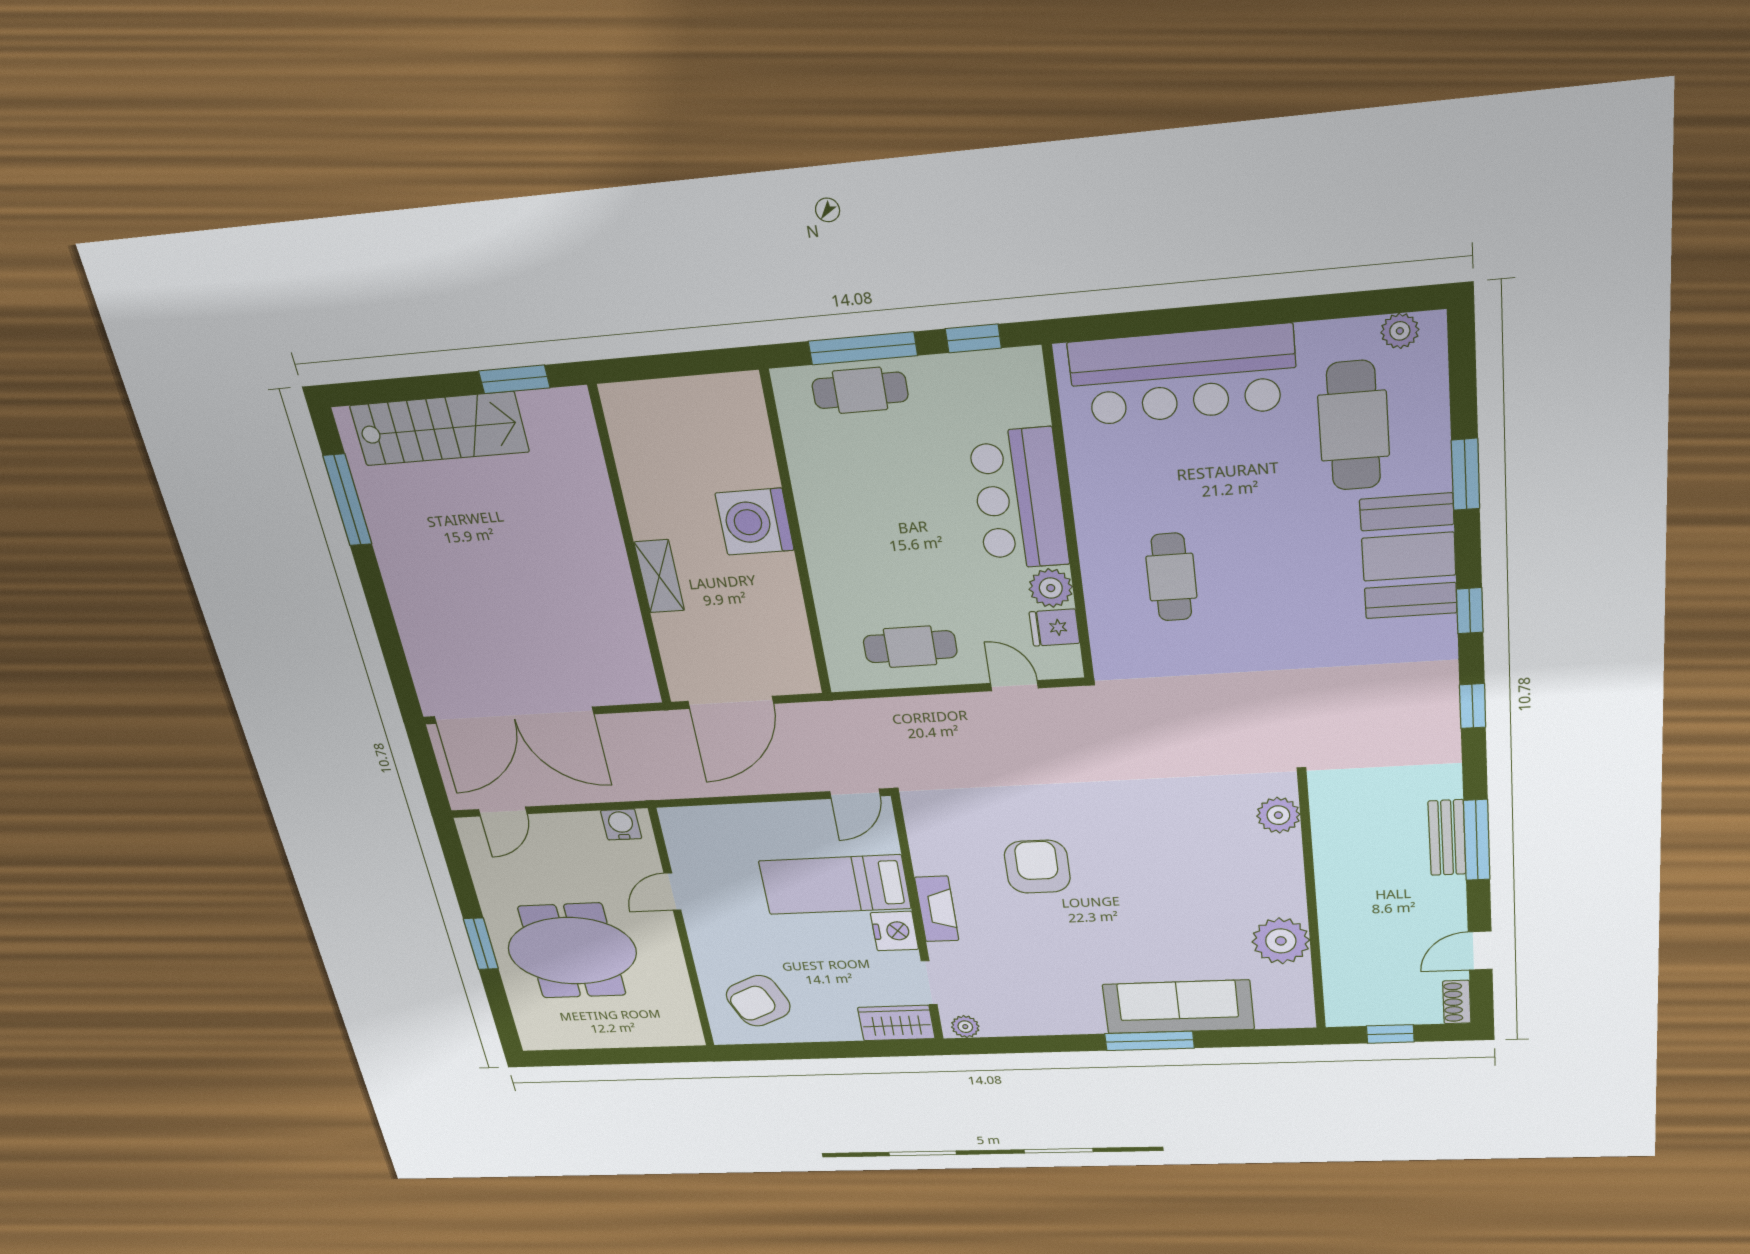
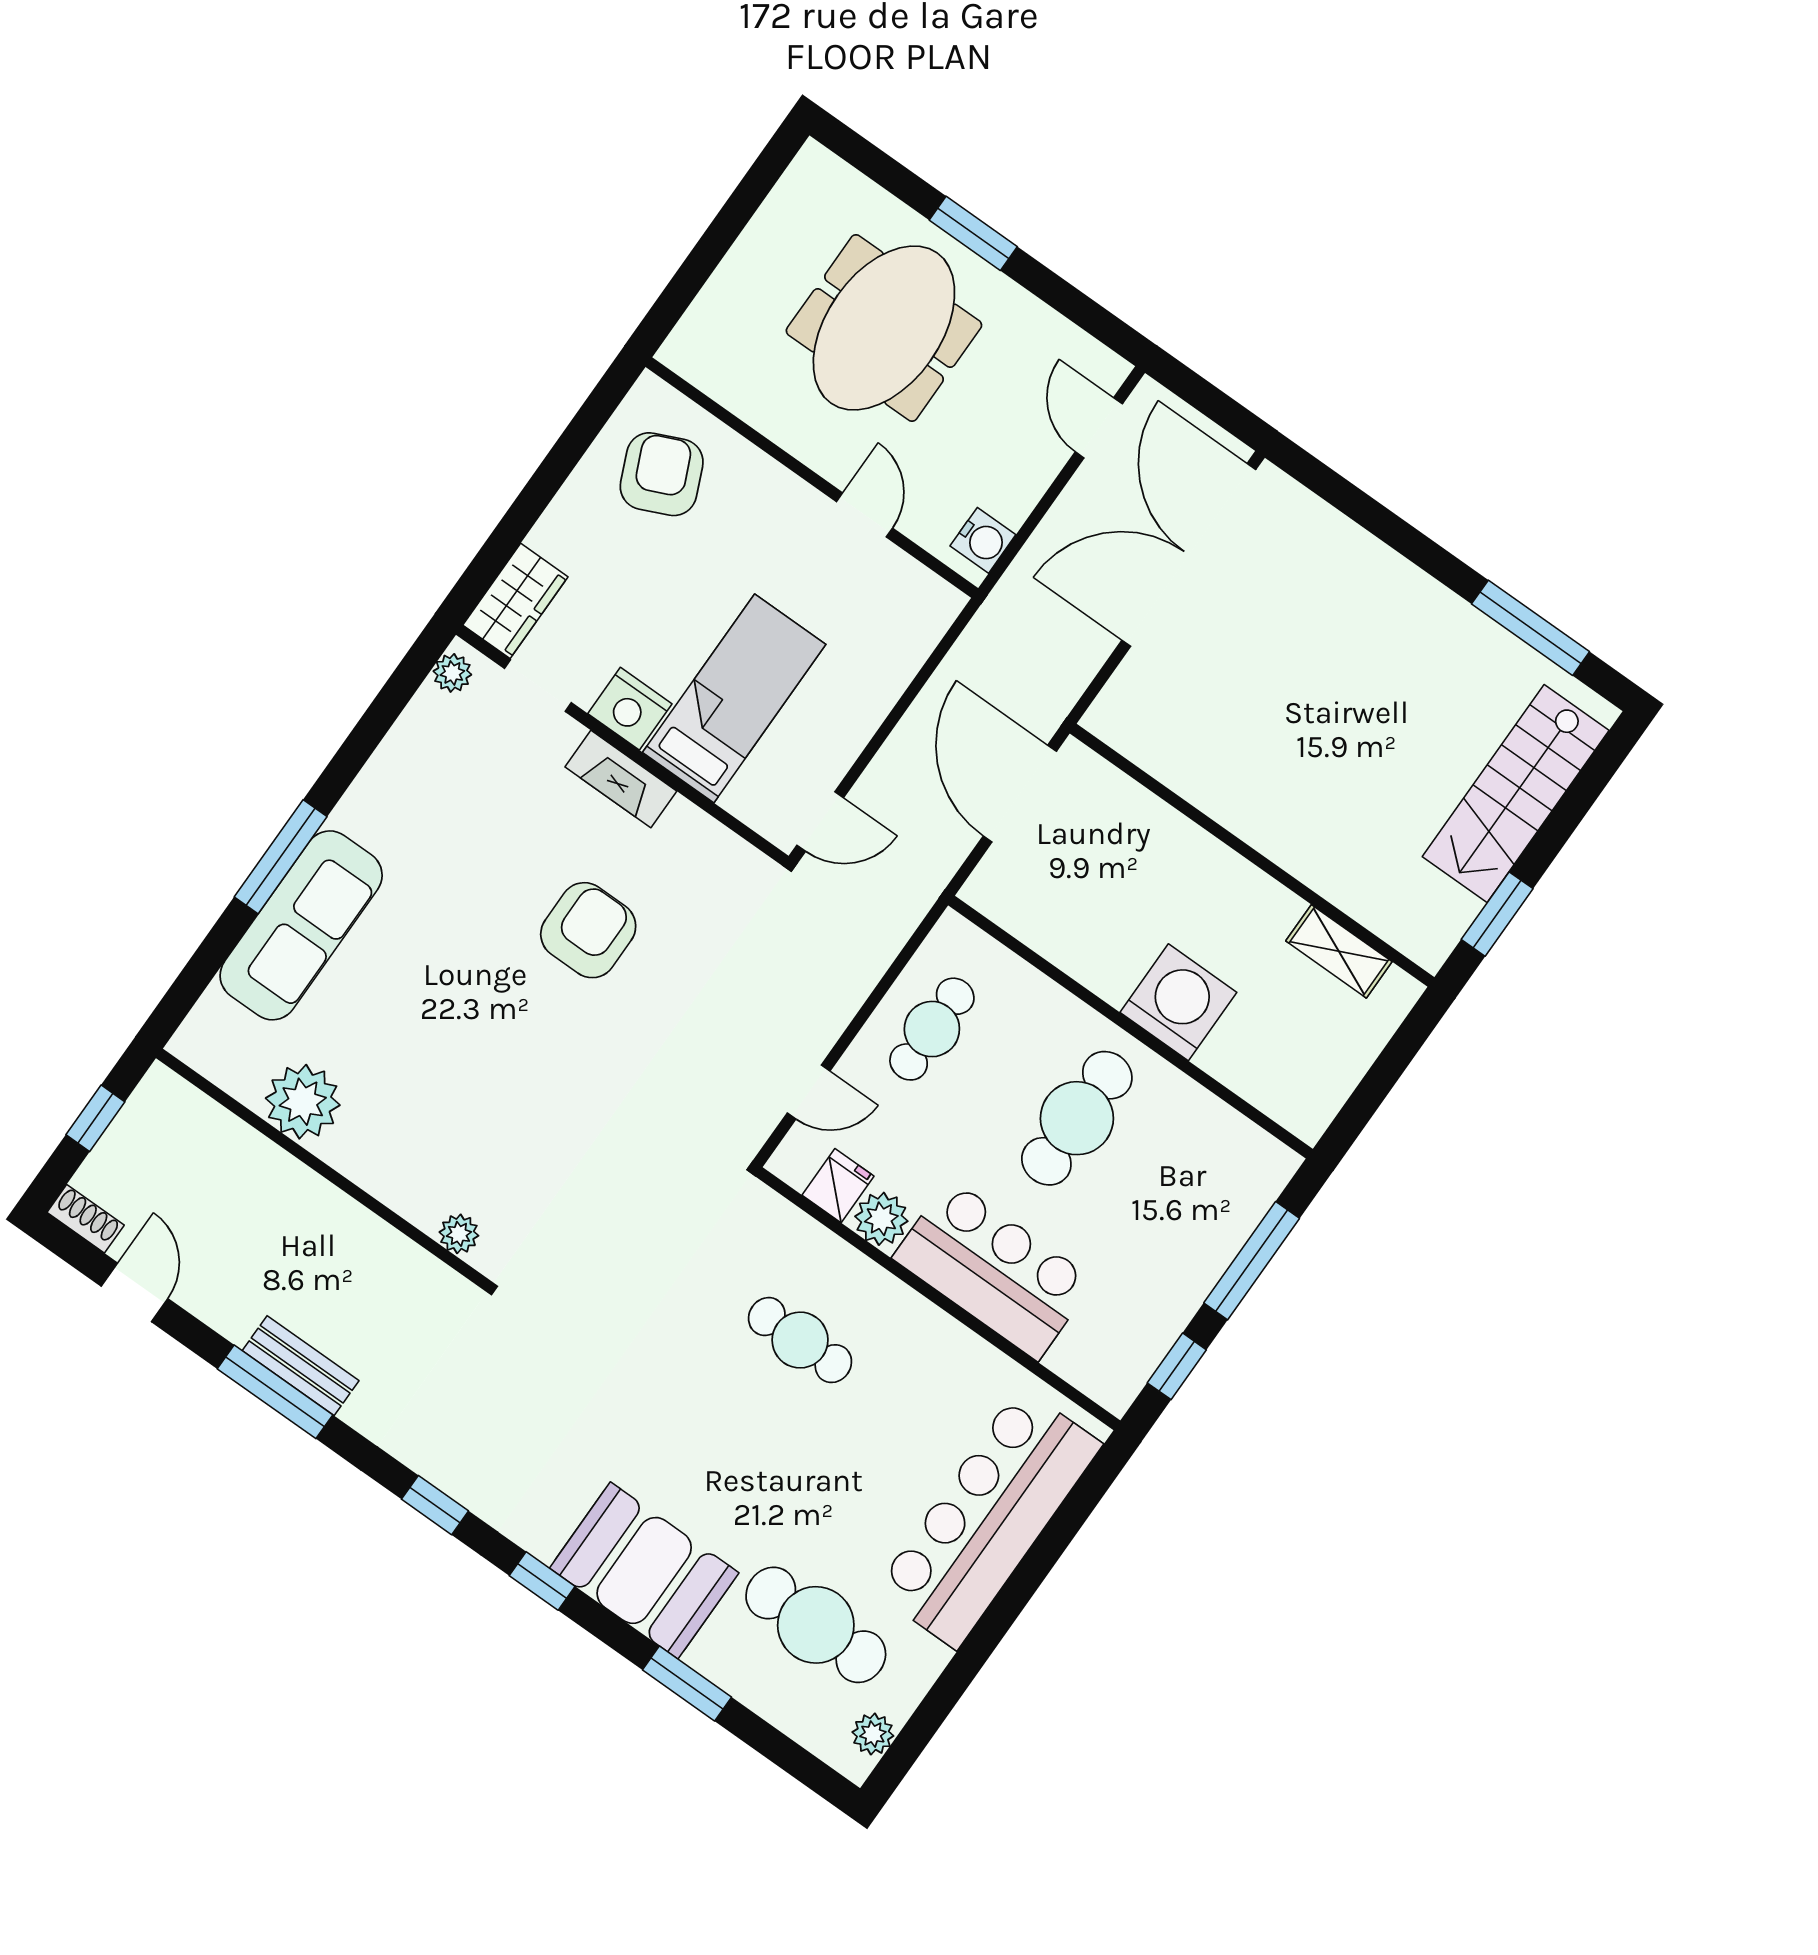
cafe table: (860, 390) -> (1077, 1118), moved, width x1.37, depth x1.35
shelving: (659, 576) -> (1339, 951), moved
door: (855, 794) -> (820, 821), swing flipped
plant: (1278, 815) -> (459, 1234), width x0.73, depth x0.73
armchair: (1037, 867) -> (588, 930), turned -90

